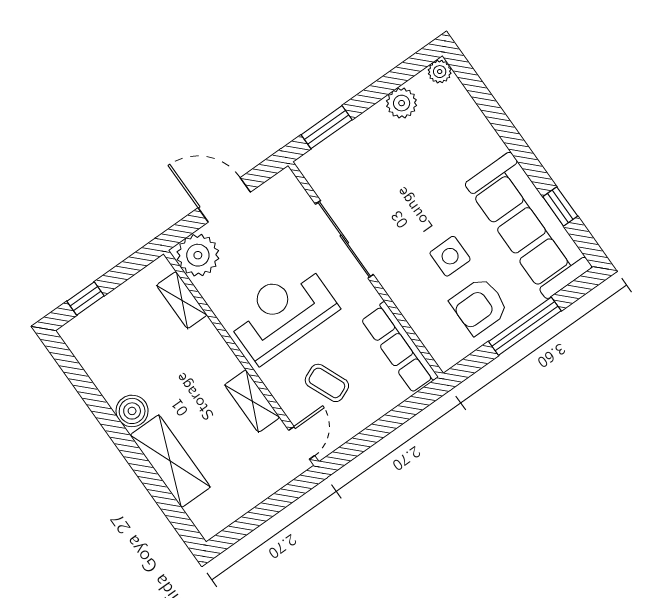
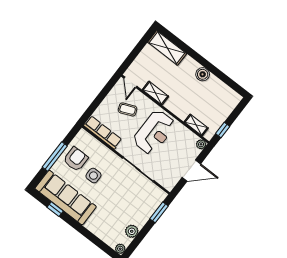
plant: (198, 255) -> (201, 144), width x0.53, depth x0.53
window: (86, 299) -> (223, 130), moved
shelving: (170, 461) -> (167, 48), moved

